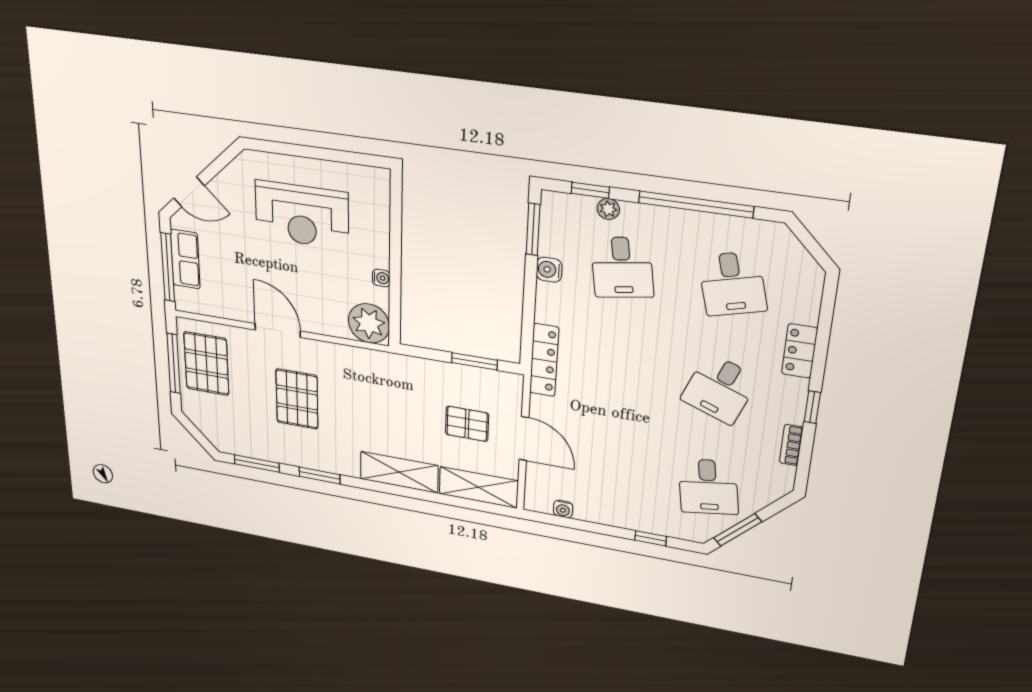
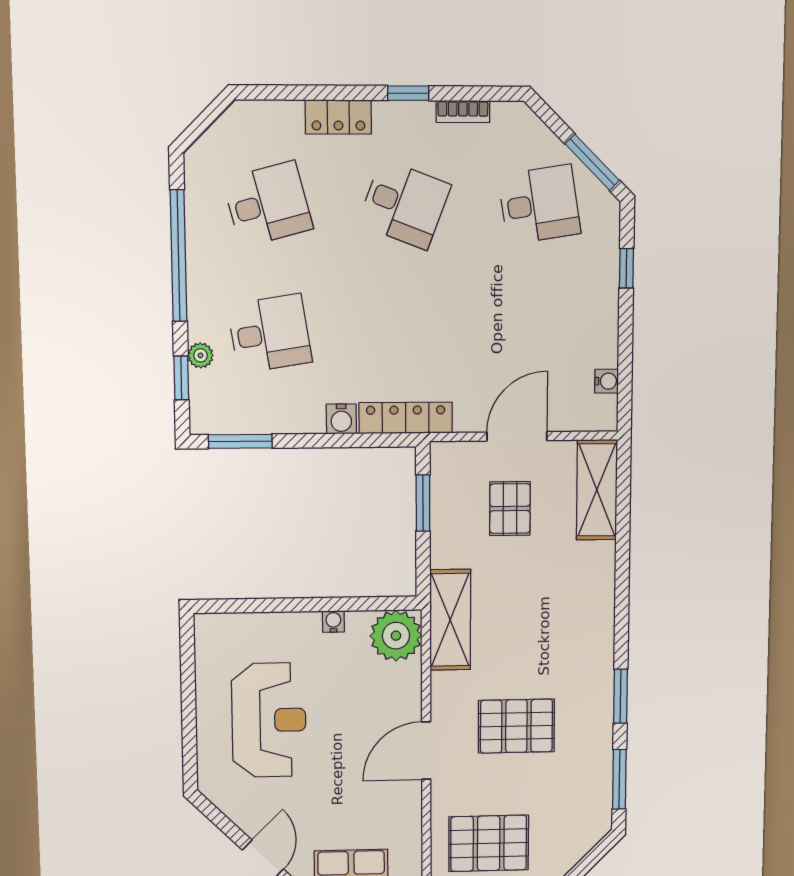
water cooler: (549, 270) -> (341, 419), moved
shelving: (399, 472) -> (450, 620), moved

